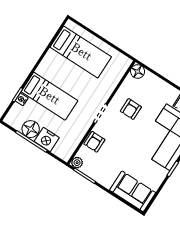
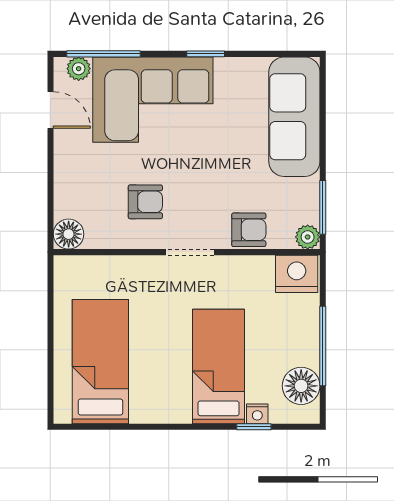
floor lamp: (31, 129) -> (301, 386), moved
nightstand: (47, 139) -> (297, 274), moved, turned -90
sofa: (133, 191) -> (294, 117), width x1.36

